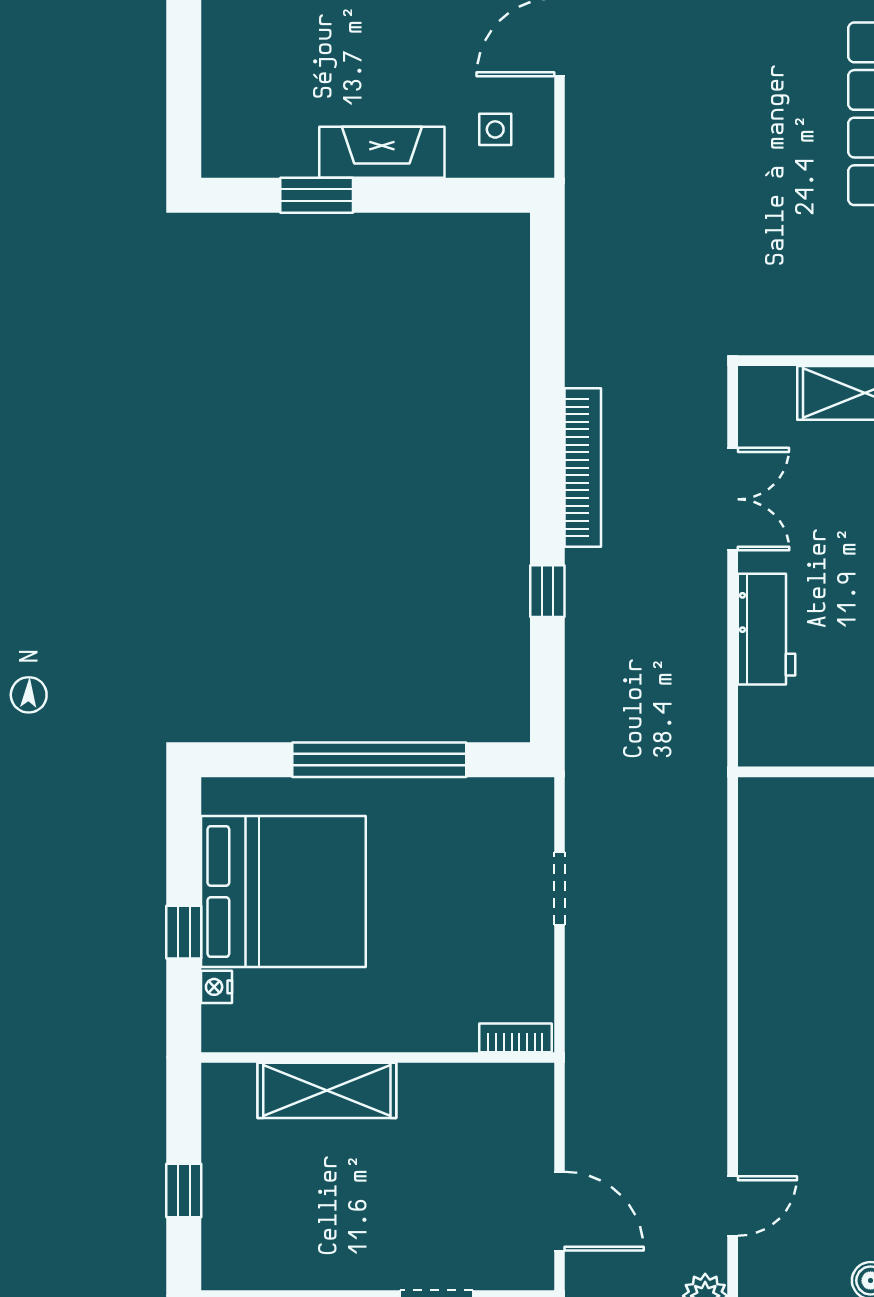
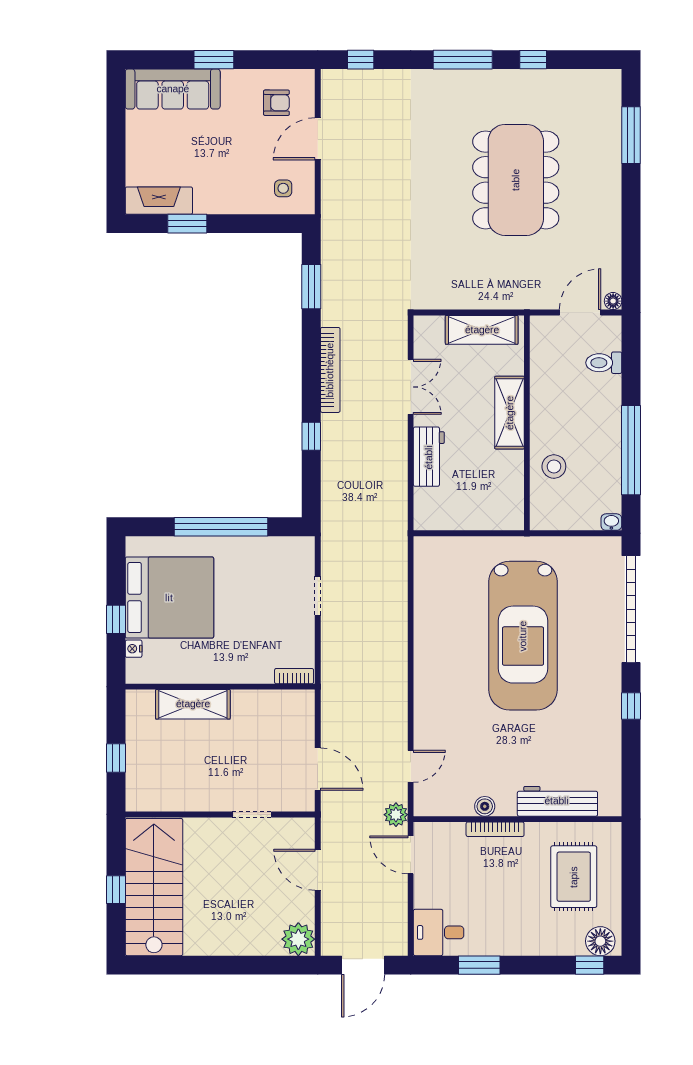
fireplace: (382, 152) -> (159, 201), moved
window: (547, 312) -> (311, 287), added

